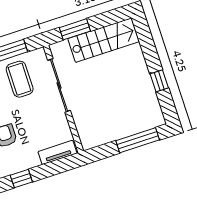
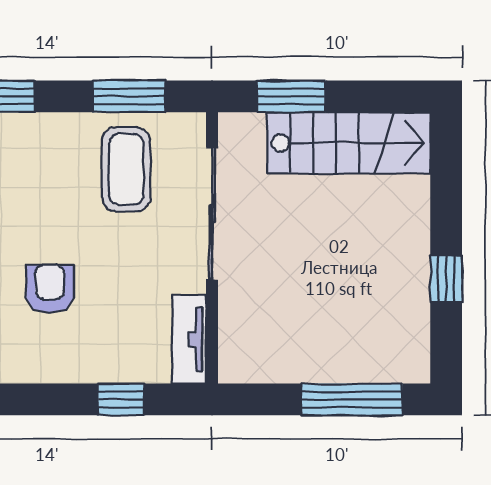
tv unit: (57, 152) -> (189, 339), moved, turned -90
window: (21, 179) -> (121, 399), moved

